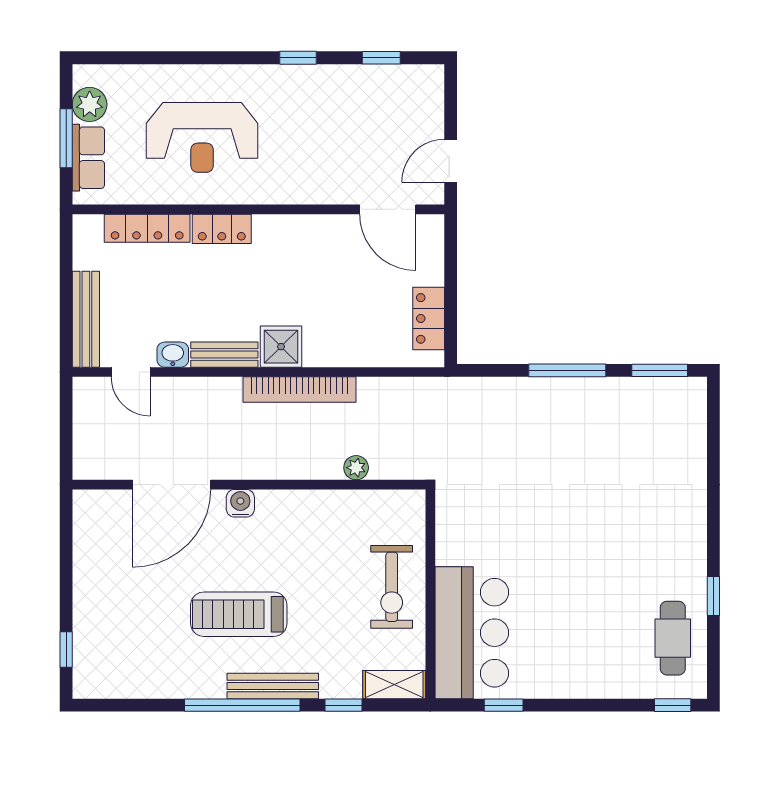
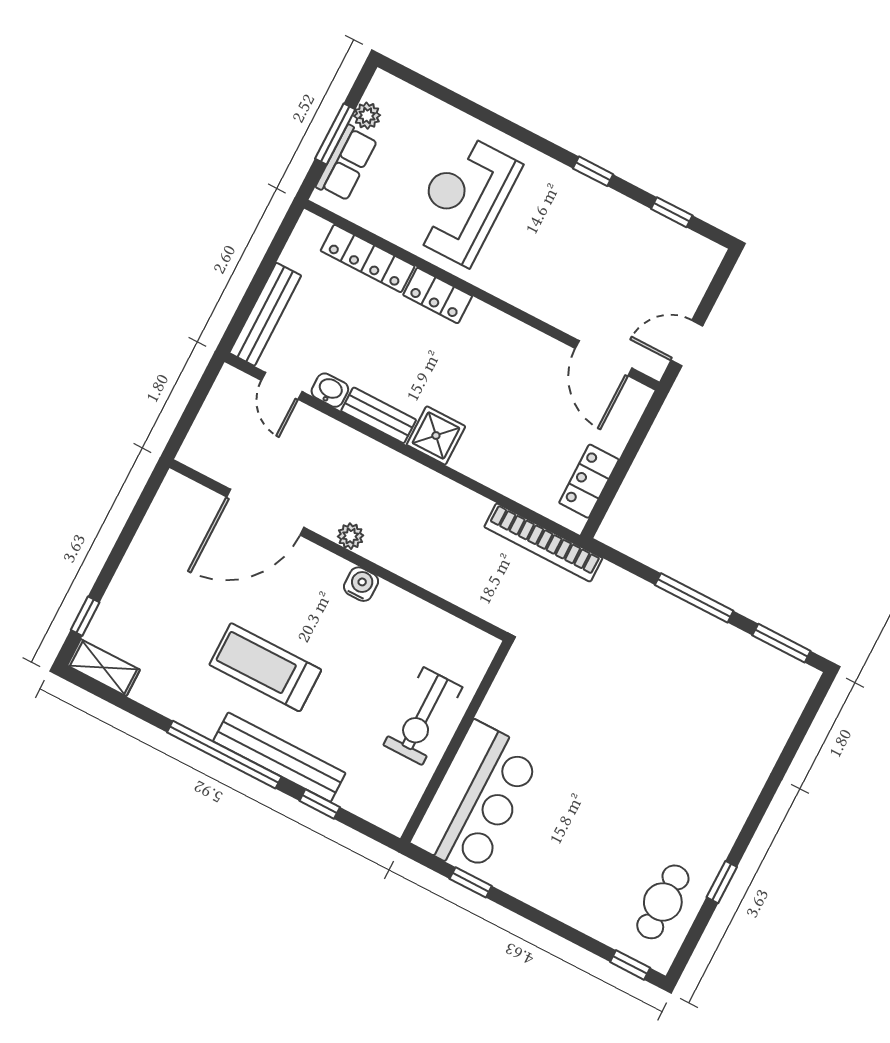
plant: (90, 104) -> (367, 116), width x0.73, depth x0.73
reception desk: (202, 137) -> (464, 200), turned 90
bookcase: (300, 389) -> (543, 542), moved
plant: (356, 468) -> (351, 536), moved
water cooler: (240, 503) -> (361, 584), moved
shelving: (394, 685) -> (104, 668), moved
bench: (273, 686) -> (279, 757), width x1.37, depth x1.21

